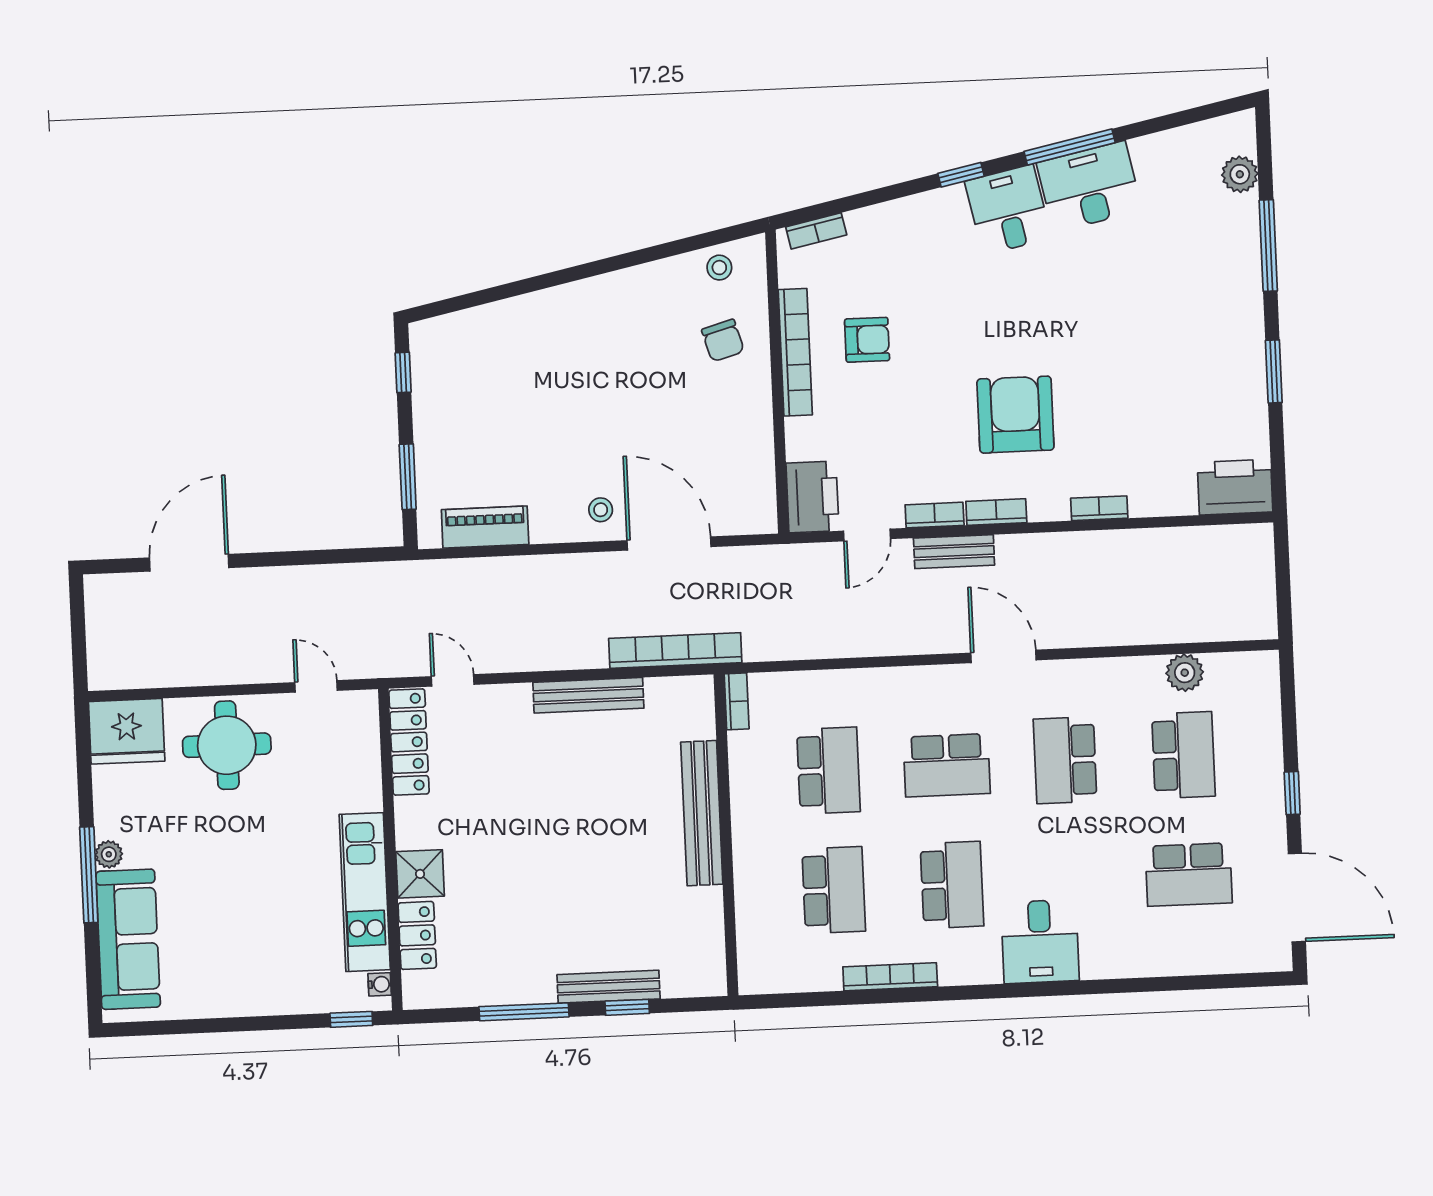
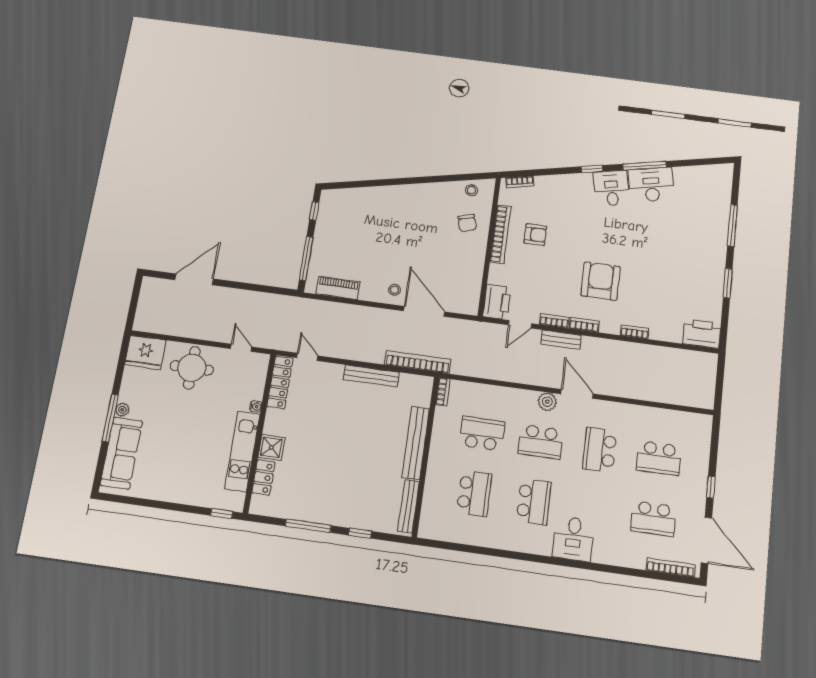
plant: (1240, 174) -> (723, 191), removed
window: (408, 477) -> (306, 258), width x1.44
plant: (1185, 673) -> (547, 402), moved
school desk: (1183, 755) -> (659, 458), turned 90
school desk: (828, 770) -> (482, 434), turned -90
bookcase: (890, 977) -> (671, 567), moved
water cooler: (380, 984) -> (256, 406), moved
bench: (609, 987) -> (409, 506), moved, turned 90

